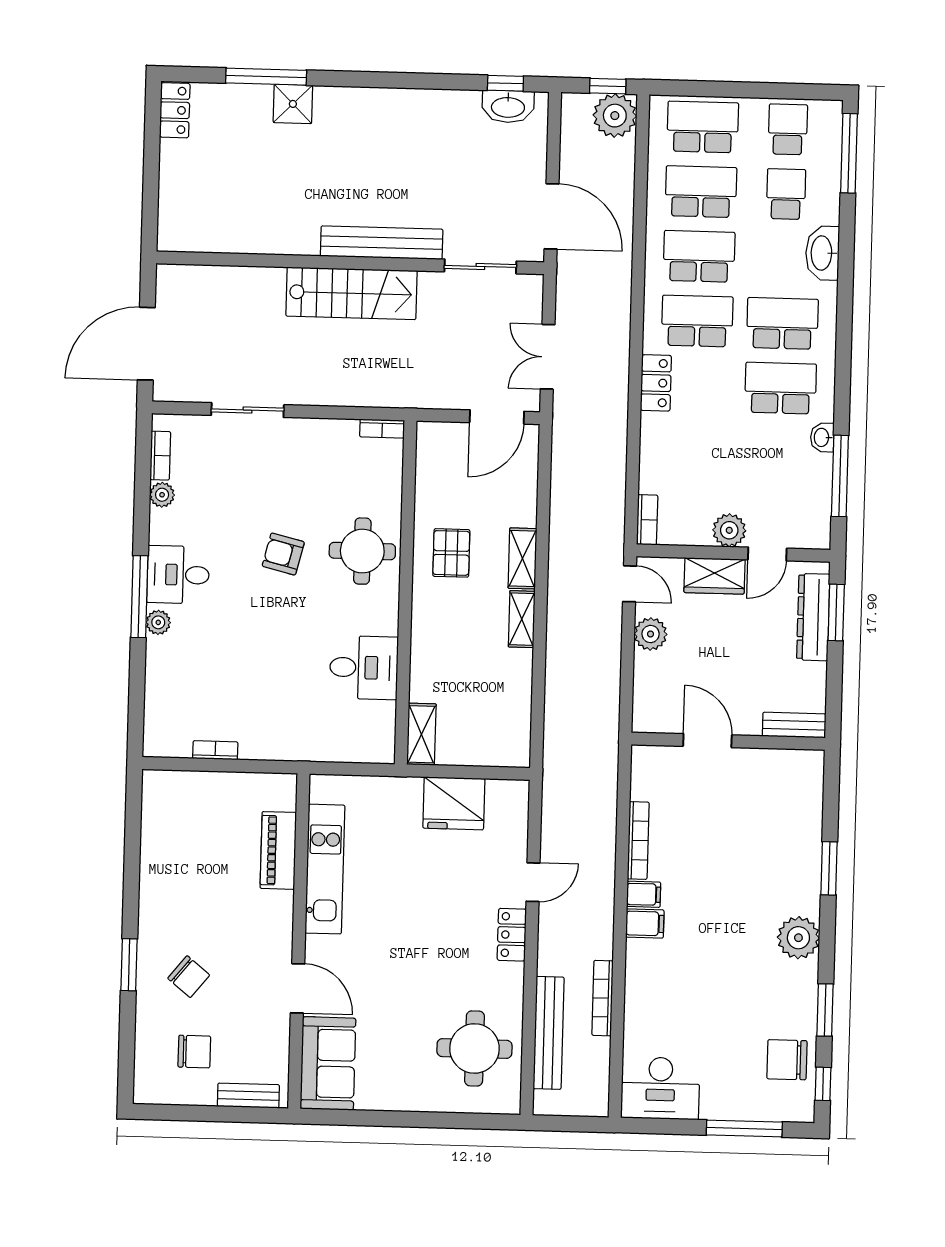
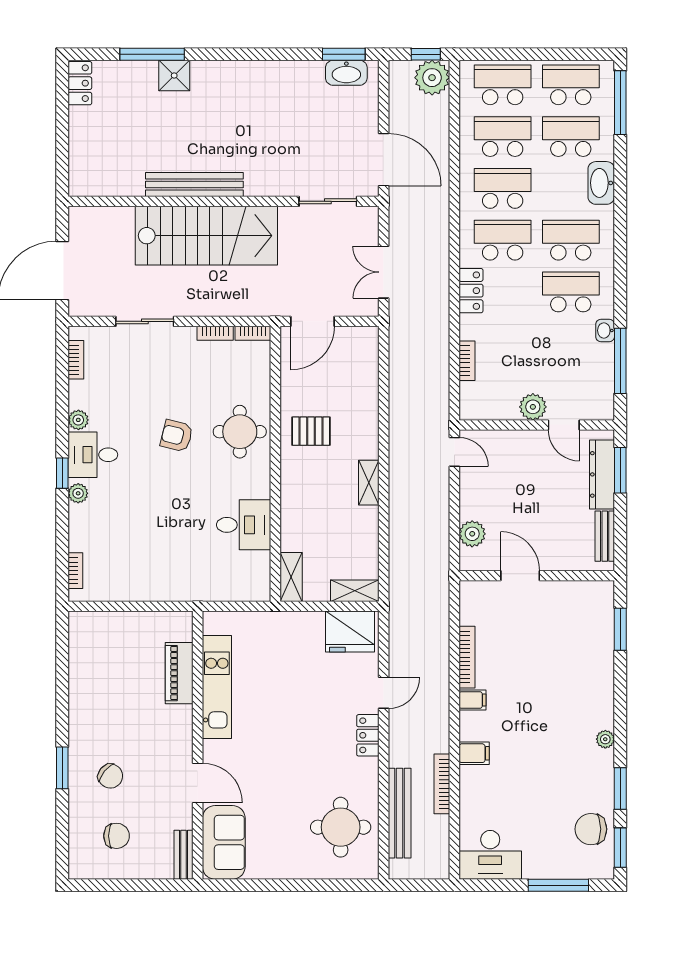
window: (505, 83) -> (344, 54), width x1.50
school desk: (788, 129) -> (571, 85), width x1.85
school desk: (786, 194) -> (571, 137), width x1.85
bench: (382, 243) -> (194, 184), moved
stairs: (351, 293) -> (206, 236), width x1.36, depth x1.51
door: (497, 417) -> (313, 321), moved
bookcase: (335, 427) -> (215, 333), added
plant: (162, 495) -> (78, 420), moved
bookcase: (647, 520) -> (467, 361), moved
pallet: (451, 553) -> (311, 431), turned 90
door: (767, 554) -> (564, 425), hinge flipped
shelving: (523, 558) -> (355, 591), moved, turned 90
wardrobe: (714, 576) -> (522, 444), removed
window: (139, 597) -> (62, 473), width x0.46
plant: (651, 634) -> (472, 534), moved
bench: (794, 725) -> (605, 536), moved, turned 90
bookcase: (215, 750) -> (75, 571), moved, turned 90
fridge: (454, 803) -> (350, 631), moved
window: (829, 868) -> (620, 629), moved
filing cabinet: (645, 923) -> (474, 753), moved
plant: (798, 938) -> (605, 739), width x0.53, depth x0.53
window: (823, 1084) -> (620, 848), width x1.50
bench: (248, 1096) -> (184, 855), moved, turned 90

